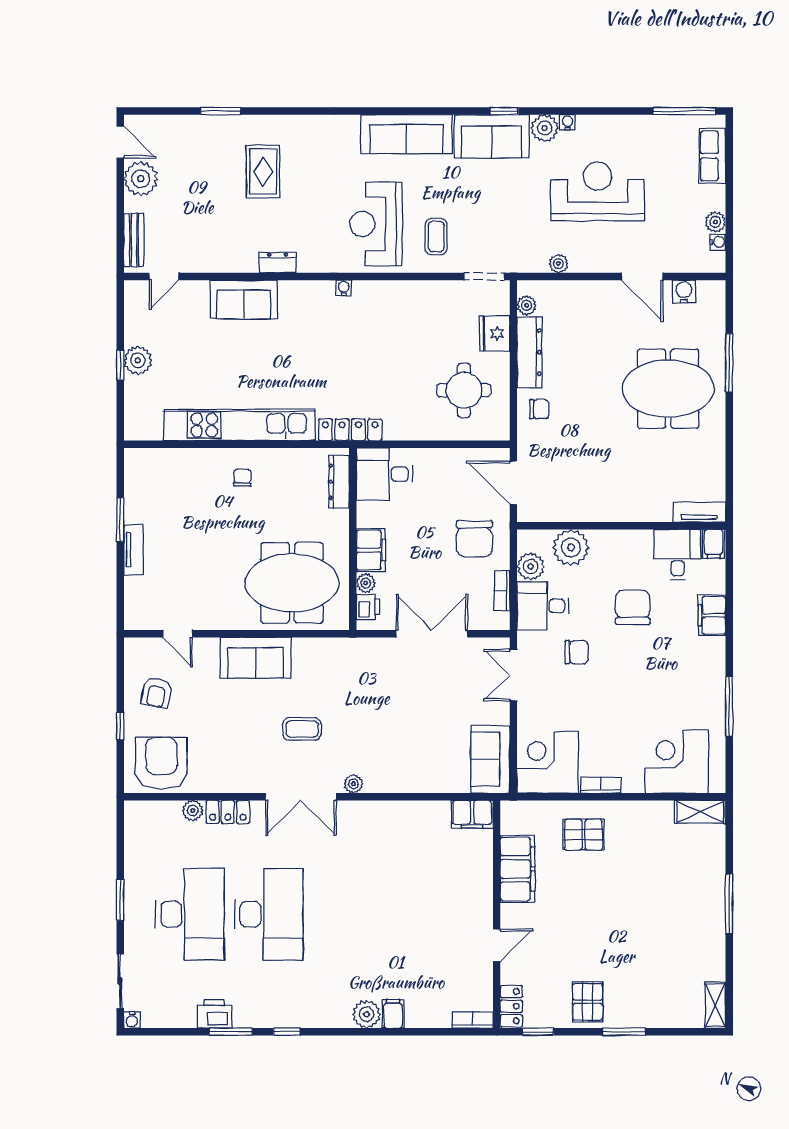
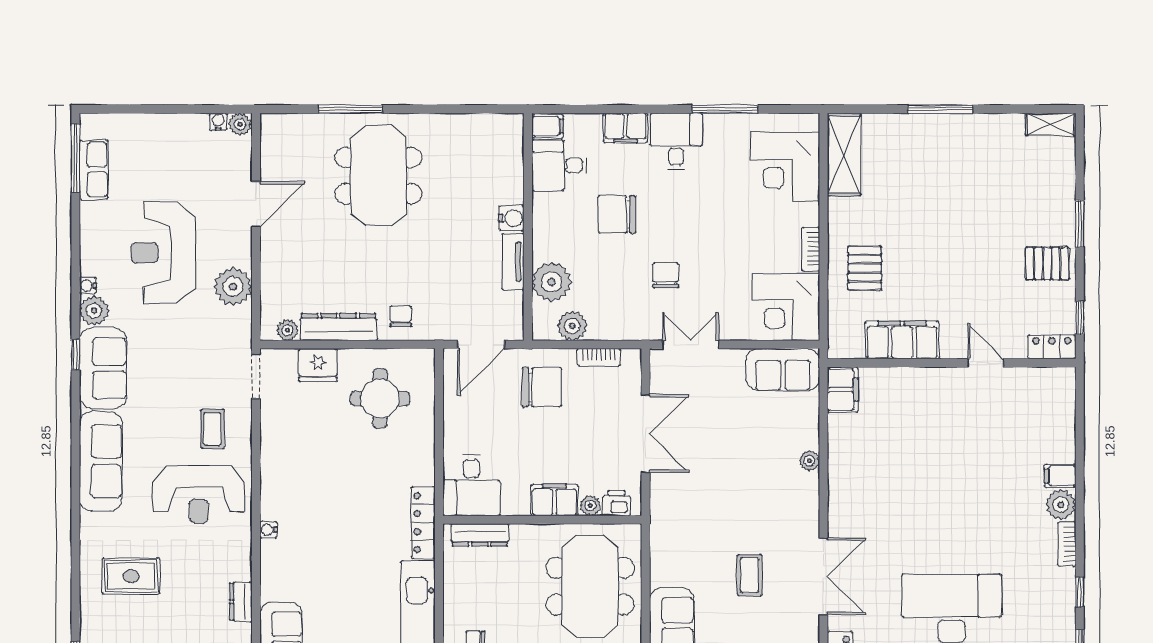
row of seats: (712, 156) -> (94, 170), moved, turned -90
rug: (263, 172) -> (131, 576), moved
plant: (715, 222) -> (240, 124), moved
coffee table: (436, 237) -> (213, 429), turned 90
plant: (558, 264) -> (233, 287), width x1.88, depth x1.88
water cooler: (684, 292) -> (511, 218), moved, turned 180
tv unit: (699, 512) -> (513, 261), moved
desk: (543, 606) -> (676, 141), moved, turned 180
double door: (432, 634) -> (646, 433), swing flipped
double door: (513, 675) -> (691, 345), swing flipped
plant: (353, 784) -> (809, 461), moved
shelving: (700, 812) -> (844, 155), width x1.50, depth x1.33
bookcase: (473, 1020) -> (1067, 544), moved

